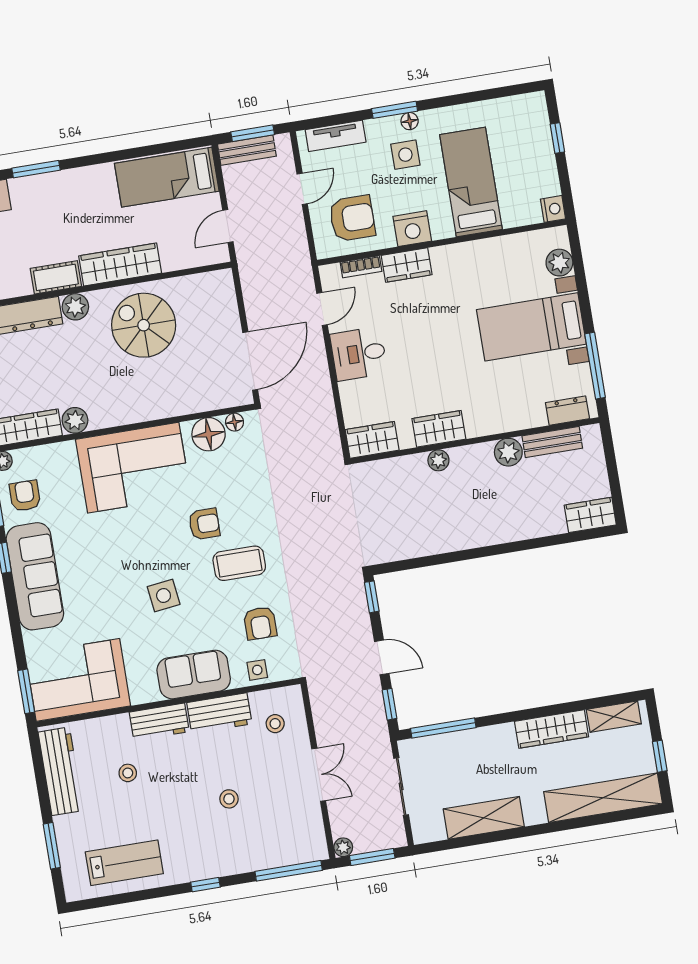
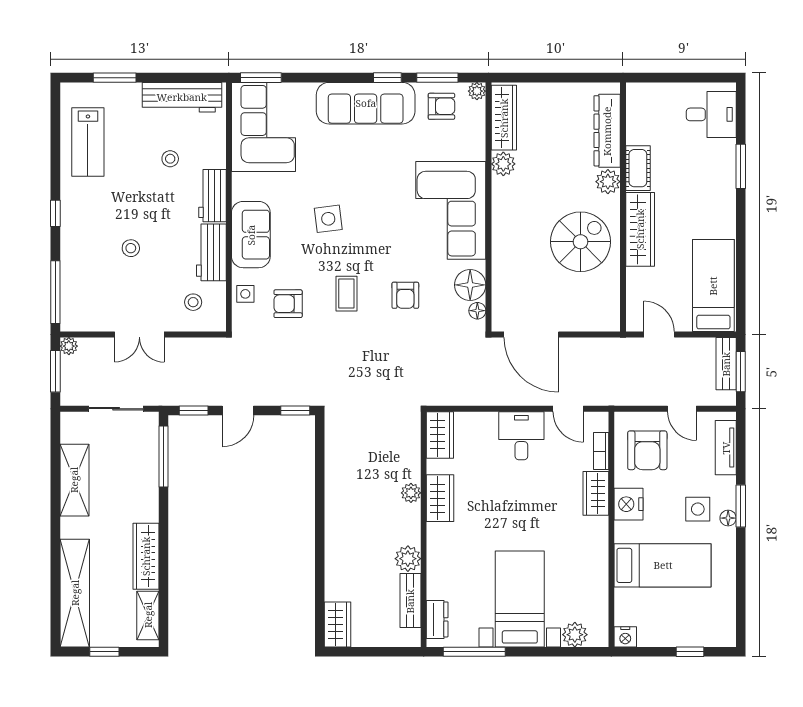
armchair: (204, 524) -> (405, 295), moved
coffee table: (239, 563) -> (346, 294), width x0.73, depth x0.77

